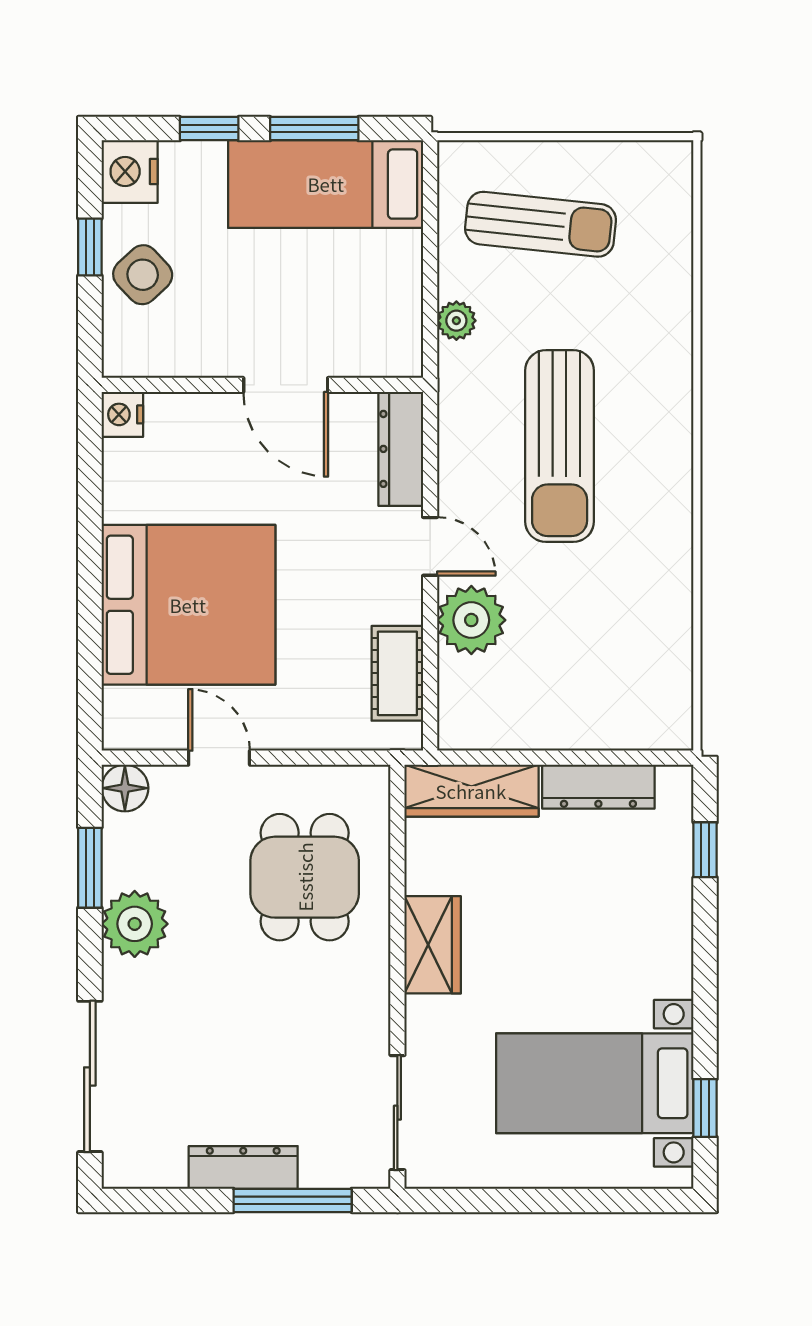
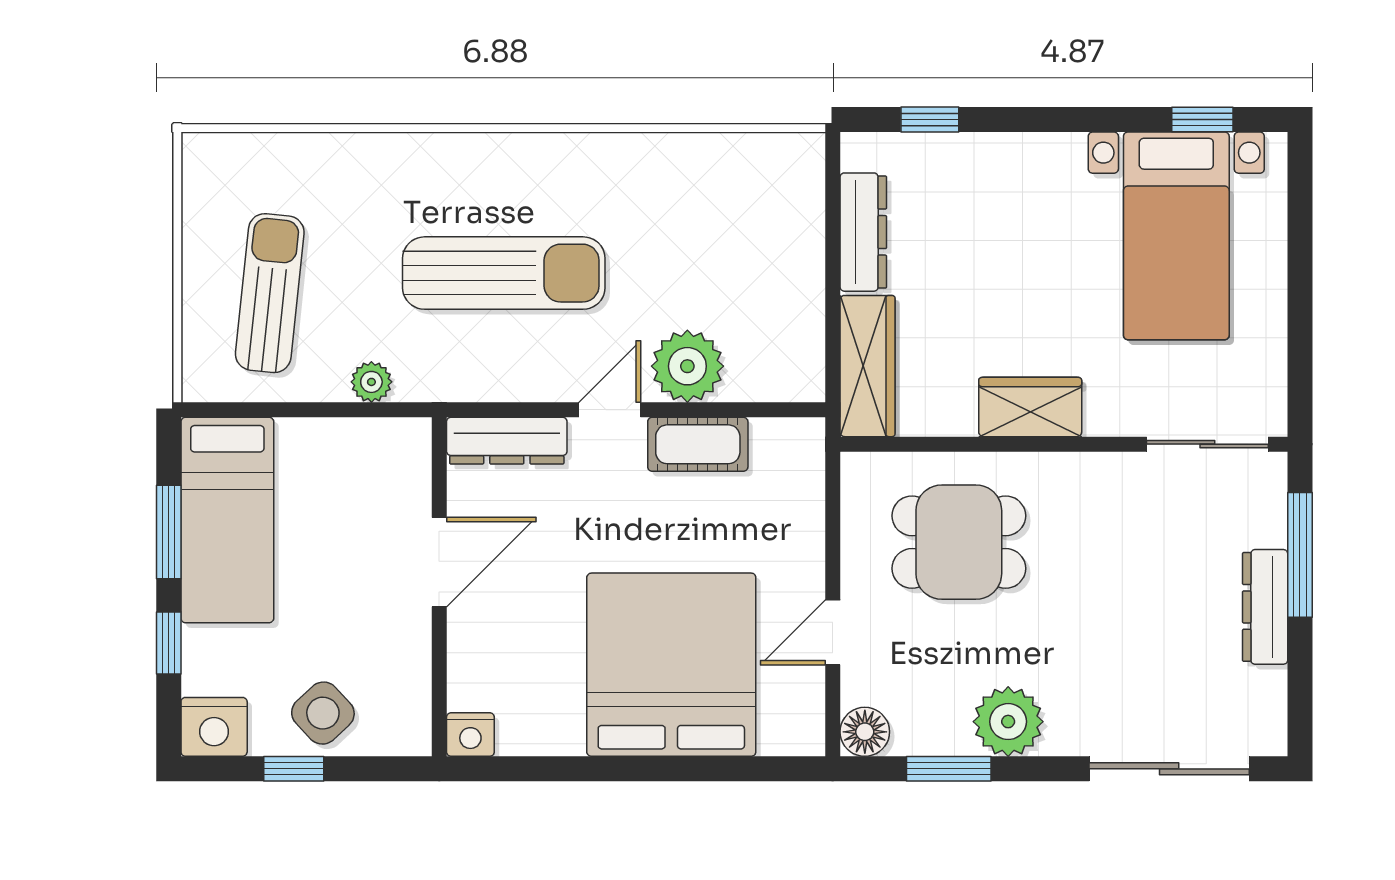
cot: (397, 673) -> (698, 444), moved

